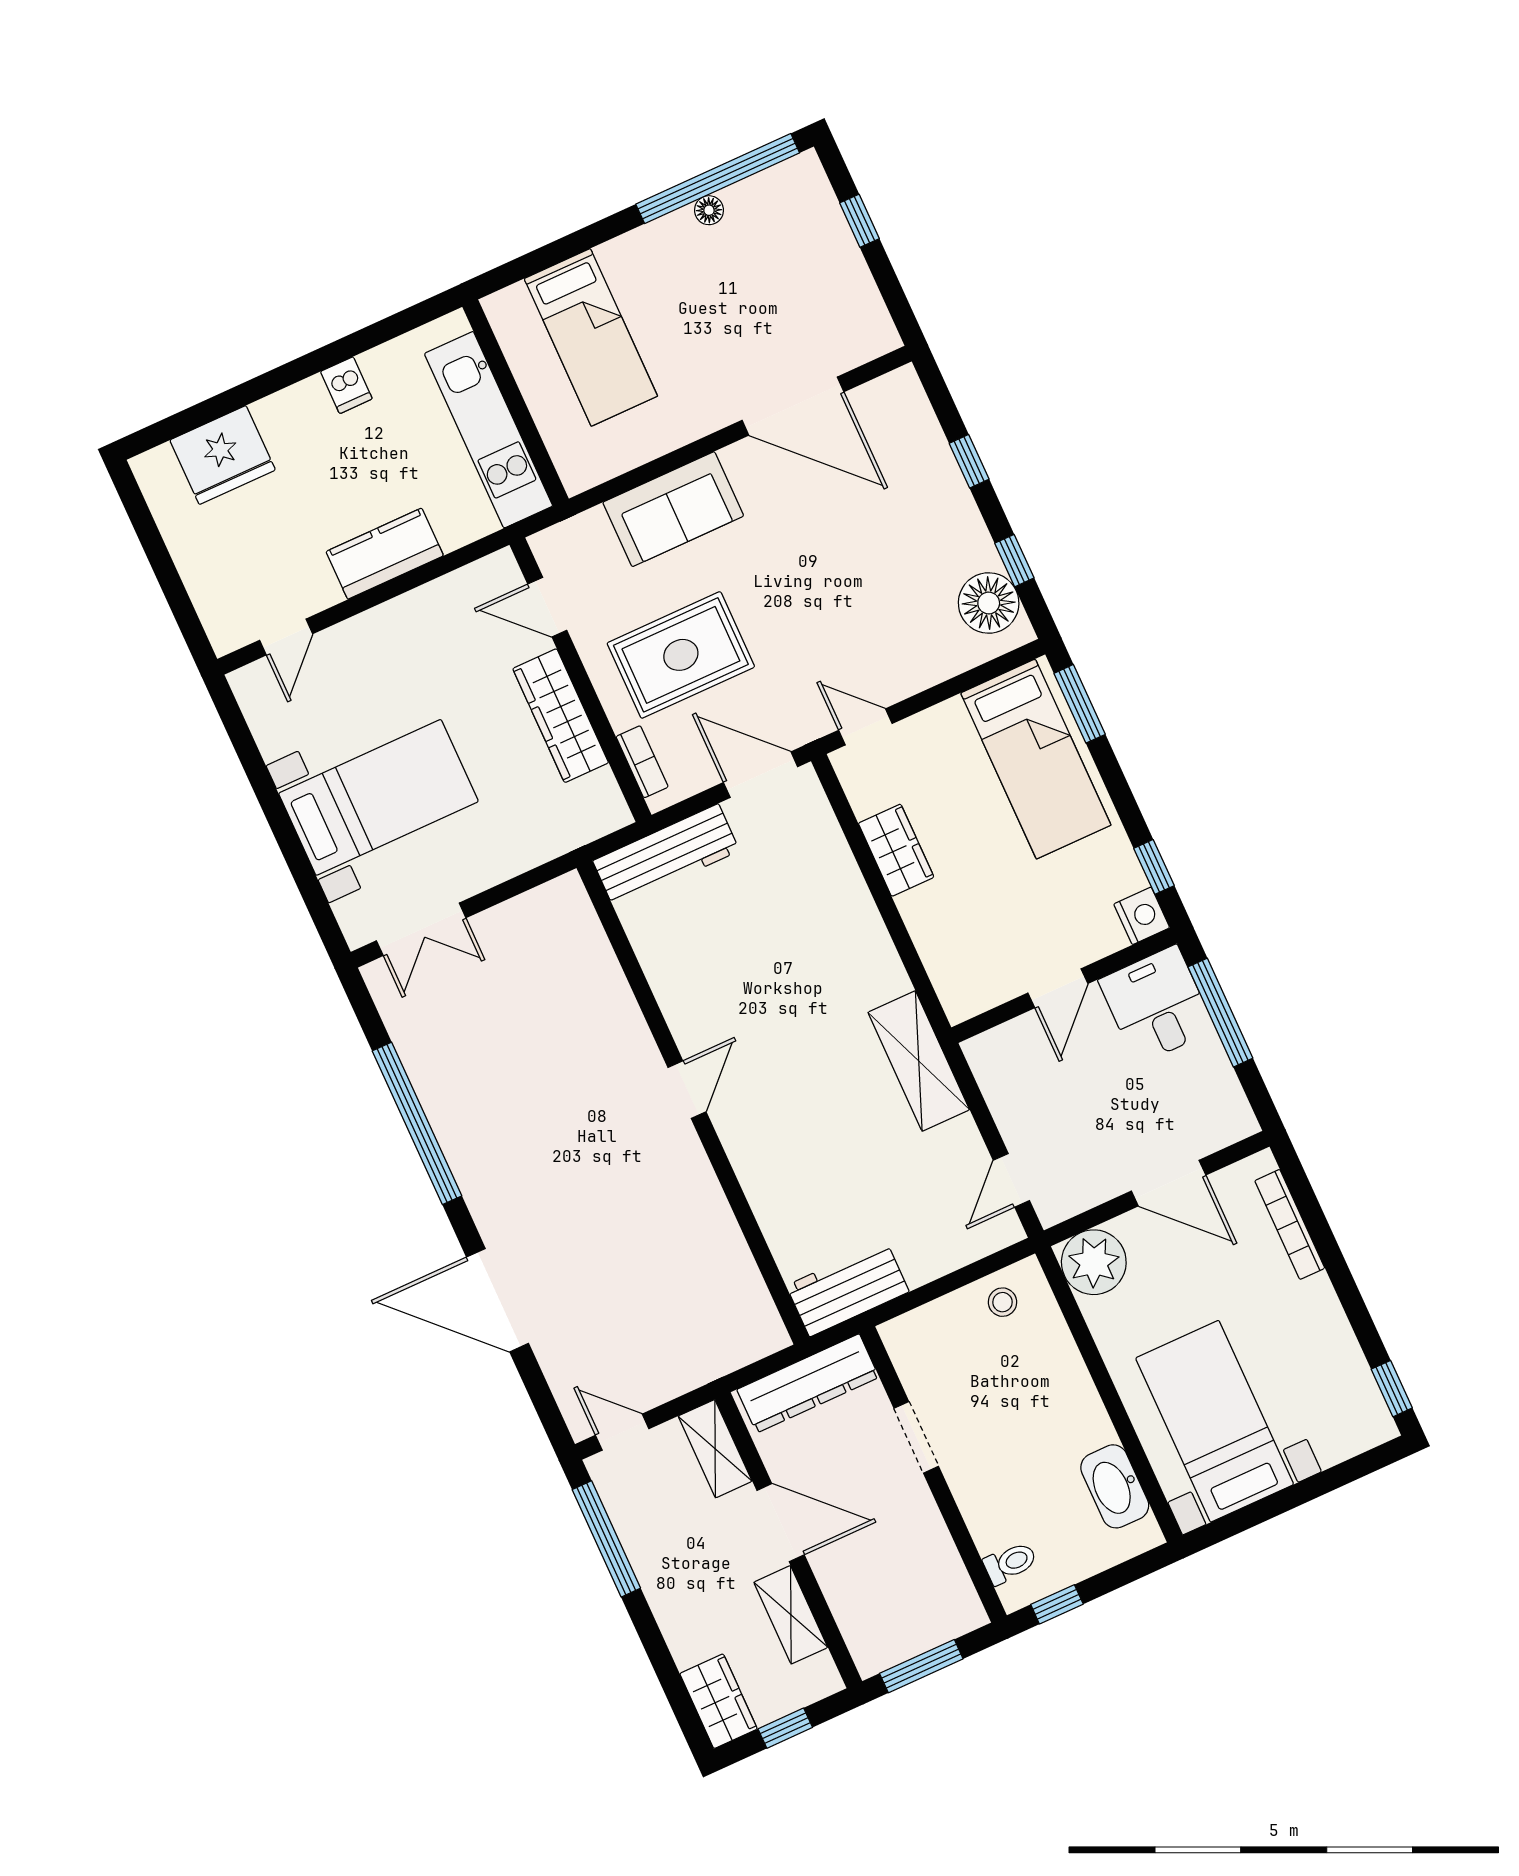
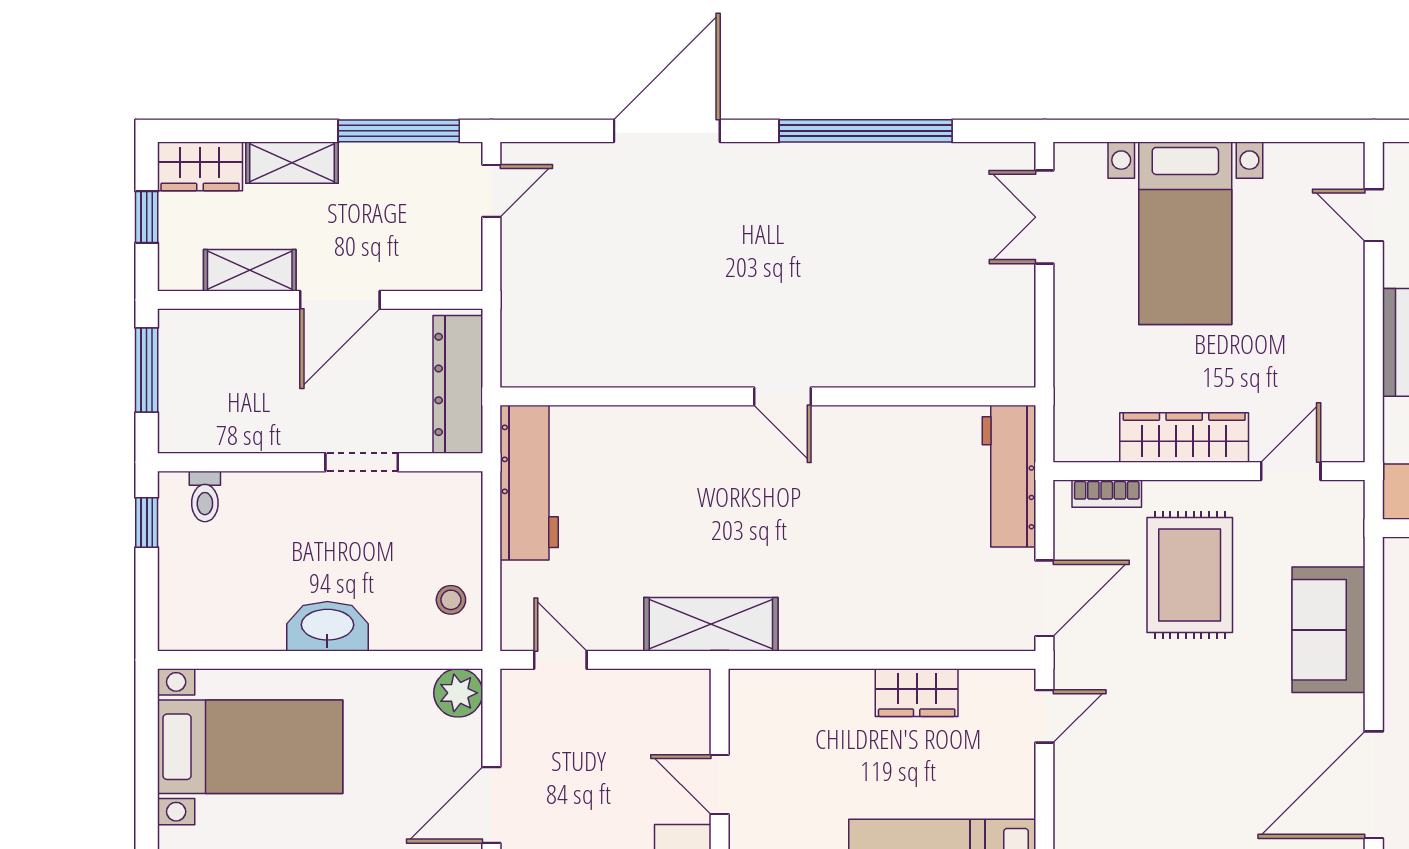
plant: (1094, 1262) -> (458, 693), width x0.73, depth x0.73
workbench: (848, 1289) -> (529, 483), width x1.38
shelving: (715, 1449) -> (292, 163), moved
washbasin: (1115, 1486) -> (327, 626), moved

